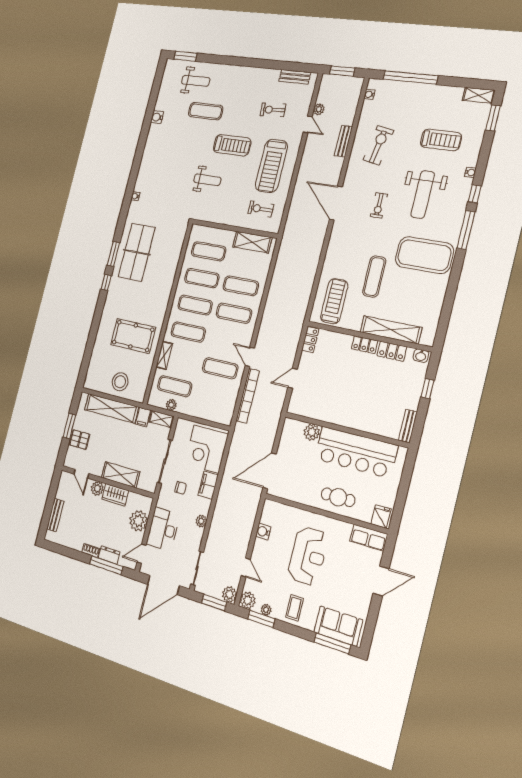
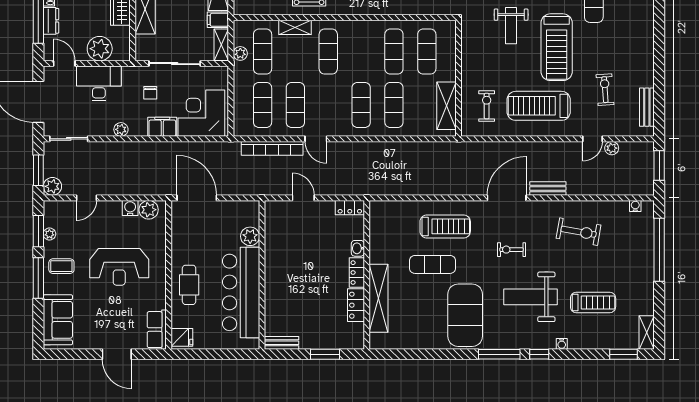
treadmill: (441, 140) -> (593, 302), turned -90
bench: (343, 141) -> (548, 188), moved
treadmill: (232, 145) -> (557, 47), width x1.37, depth x1.38
treadmill: (334, 301) -> (445, 226), moved
exercise mat: (195, 305) -> (263, 105), moved
washbasin: (421, 356) -> (358, 248), moved
door: (250, 357) -> (316, 139), swing flipped
window: (428, 389) -> (325, 354), width x1.50
plant: (248, 600) -> (149, 210), moved
window: (332, 643) -> (38, 278), moved

